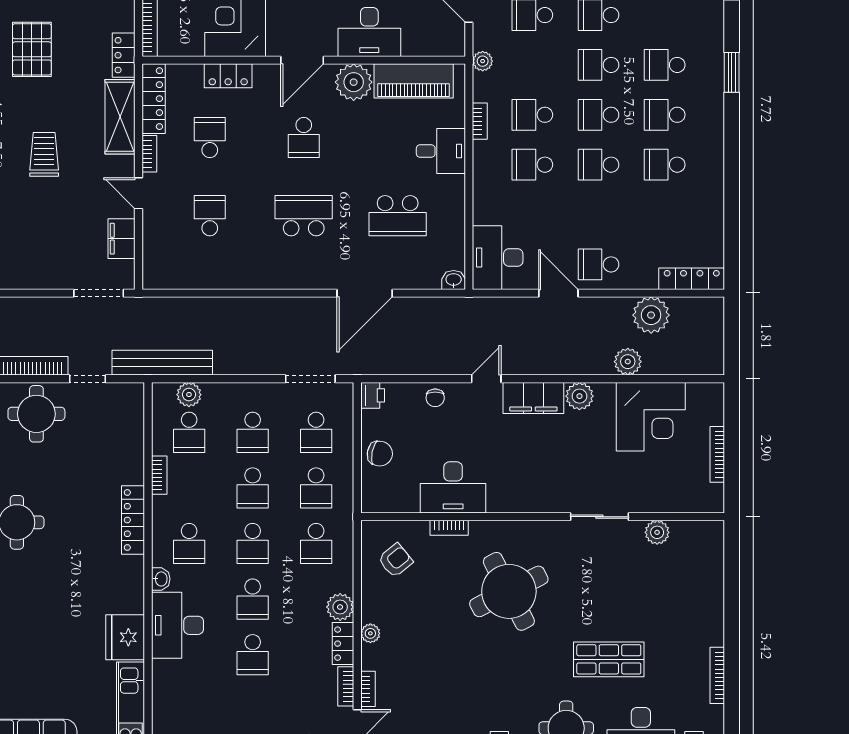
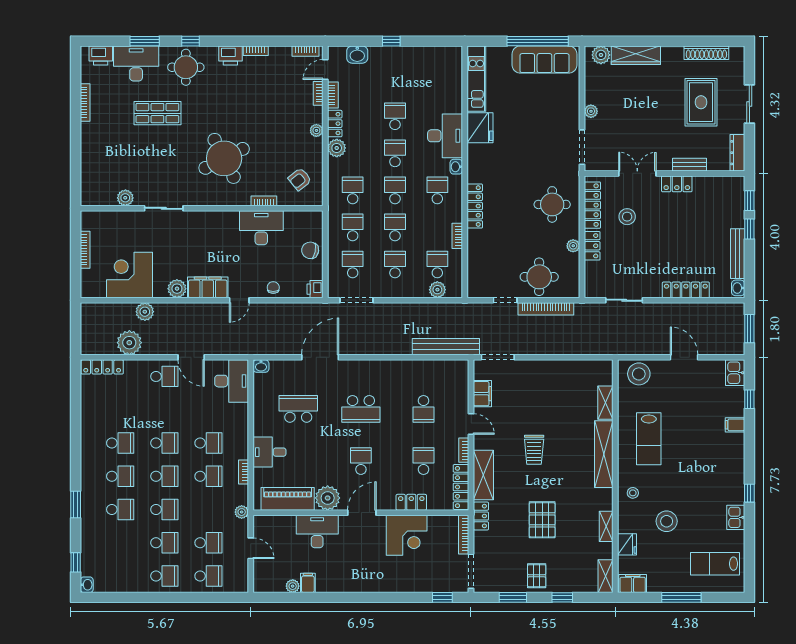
school desk: (210, 138) -> (424, 461), turned 180
bench: (162, 363) -> (446, 347), moved

